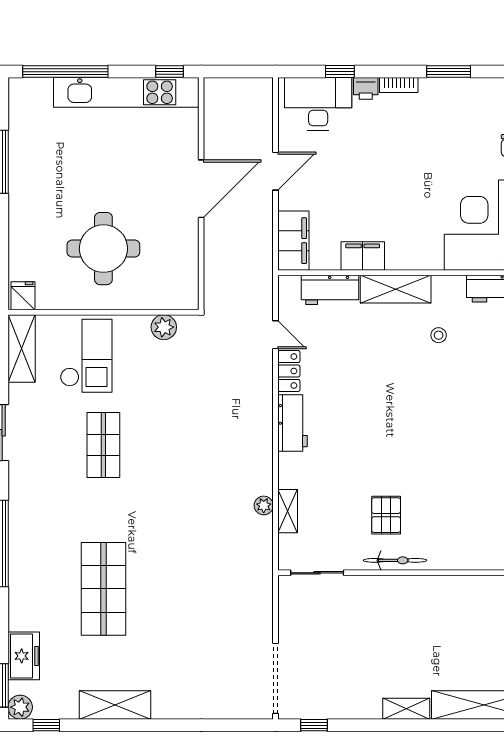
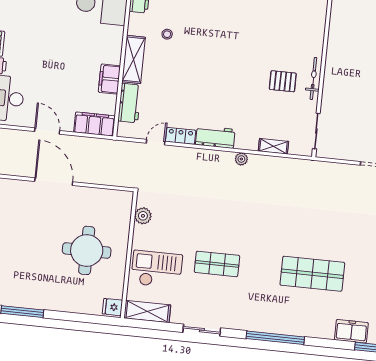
plant: (264, 505) -> (241, 159), moved

